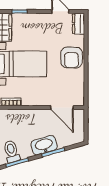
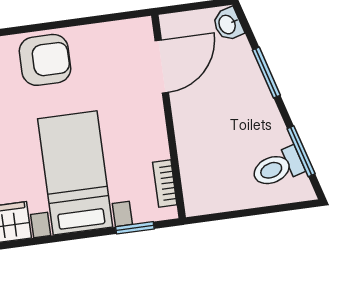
washbasin: (44, 145) -> (228, 24), moved, width x0.52, depth x0.69

